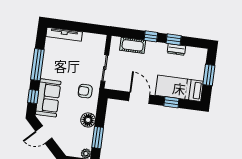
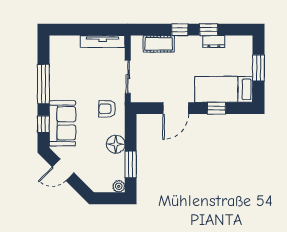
tv unit: (64, 34) -> (103, 42), moved
door: (139, 98) -> (176, 108), swing flipped

